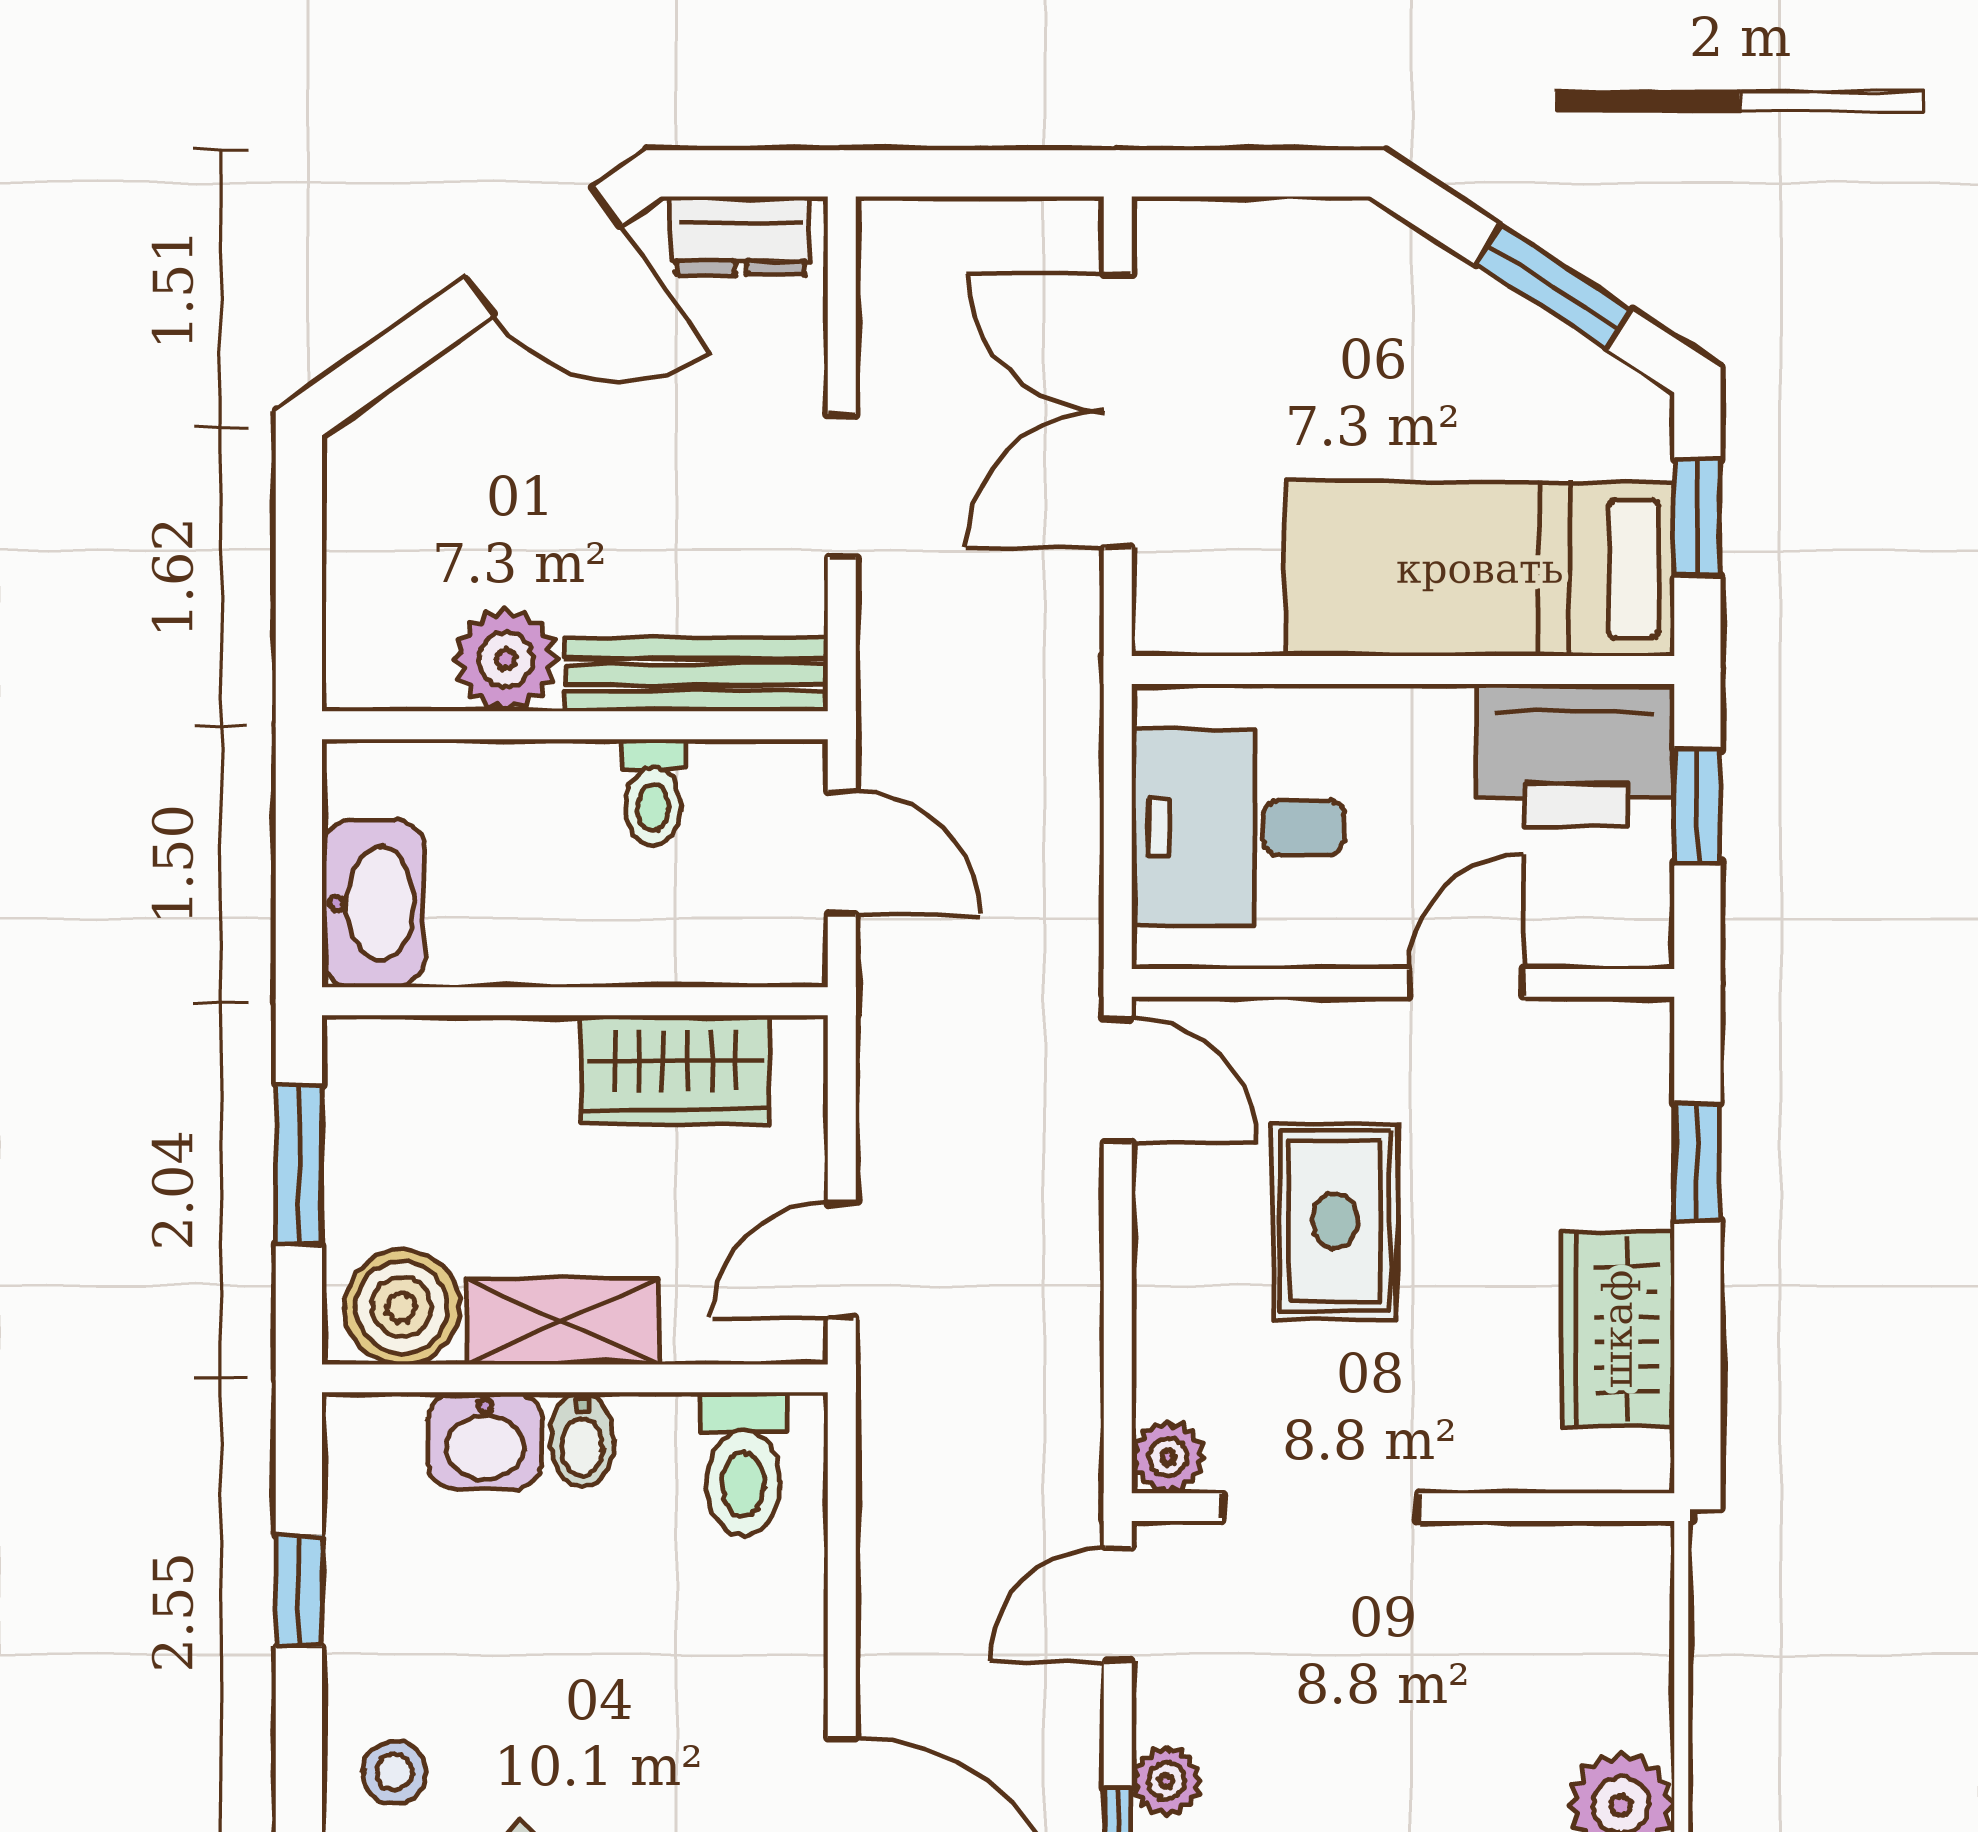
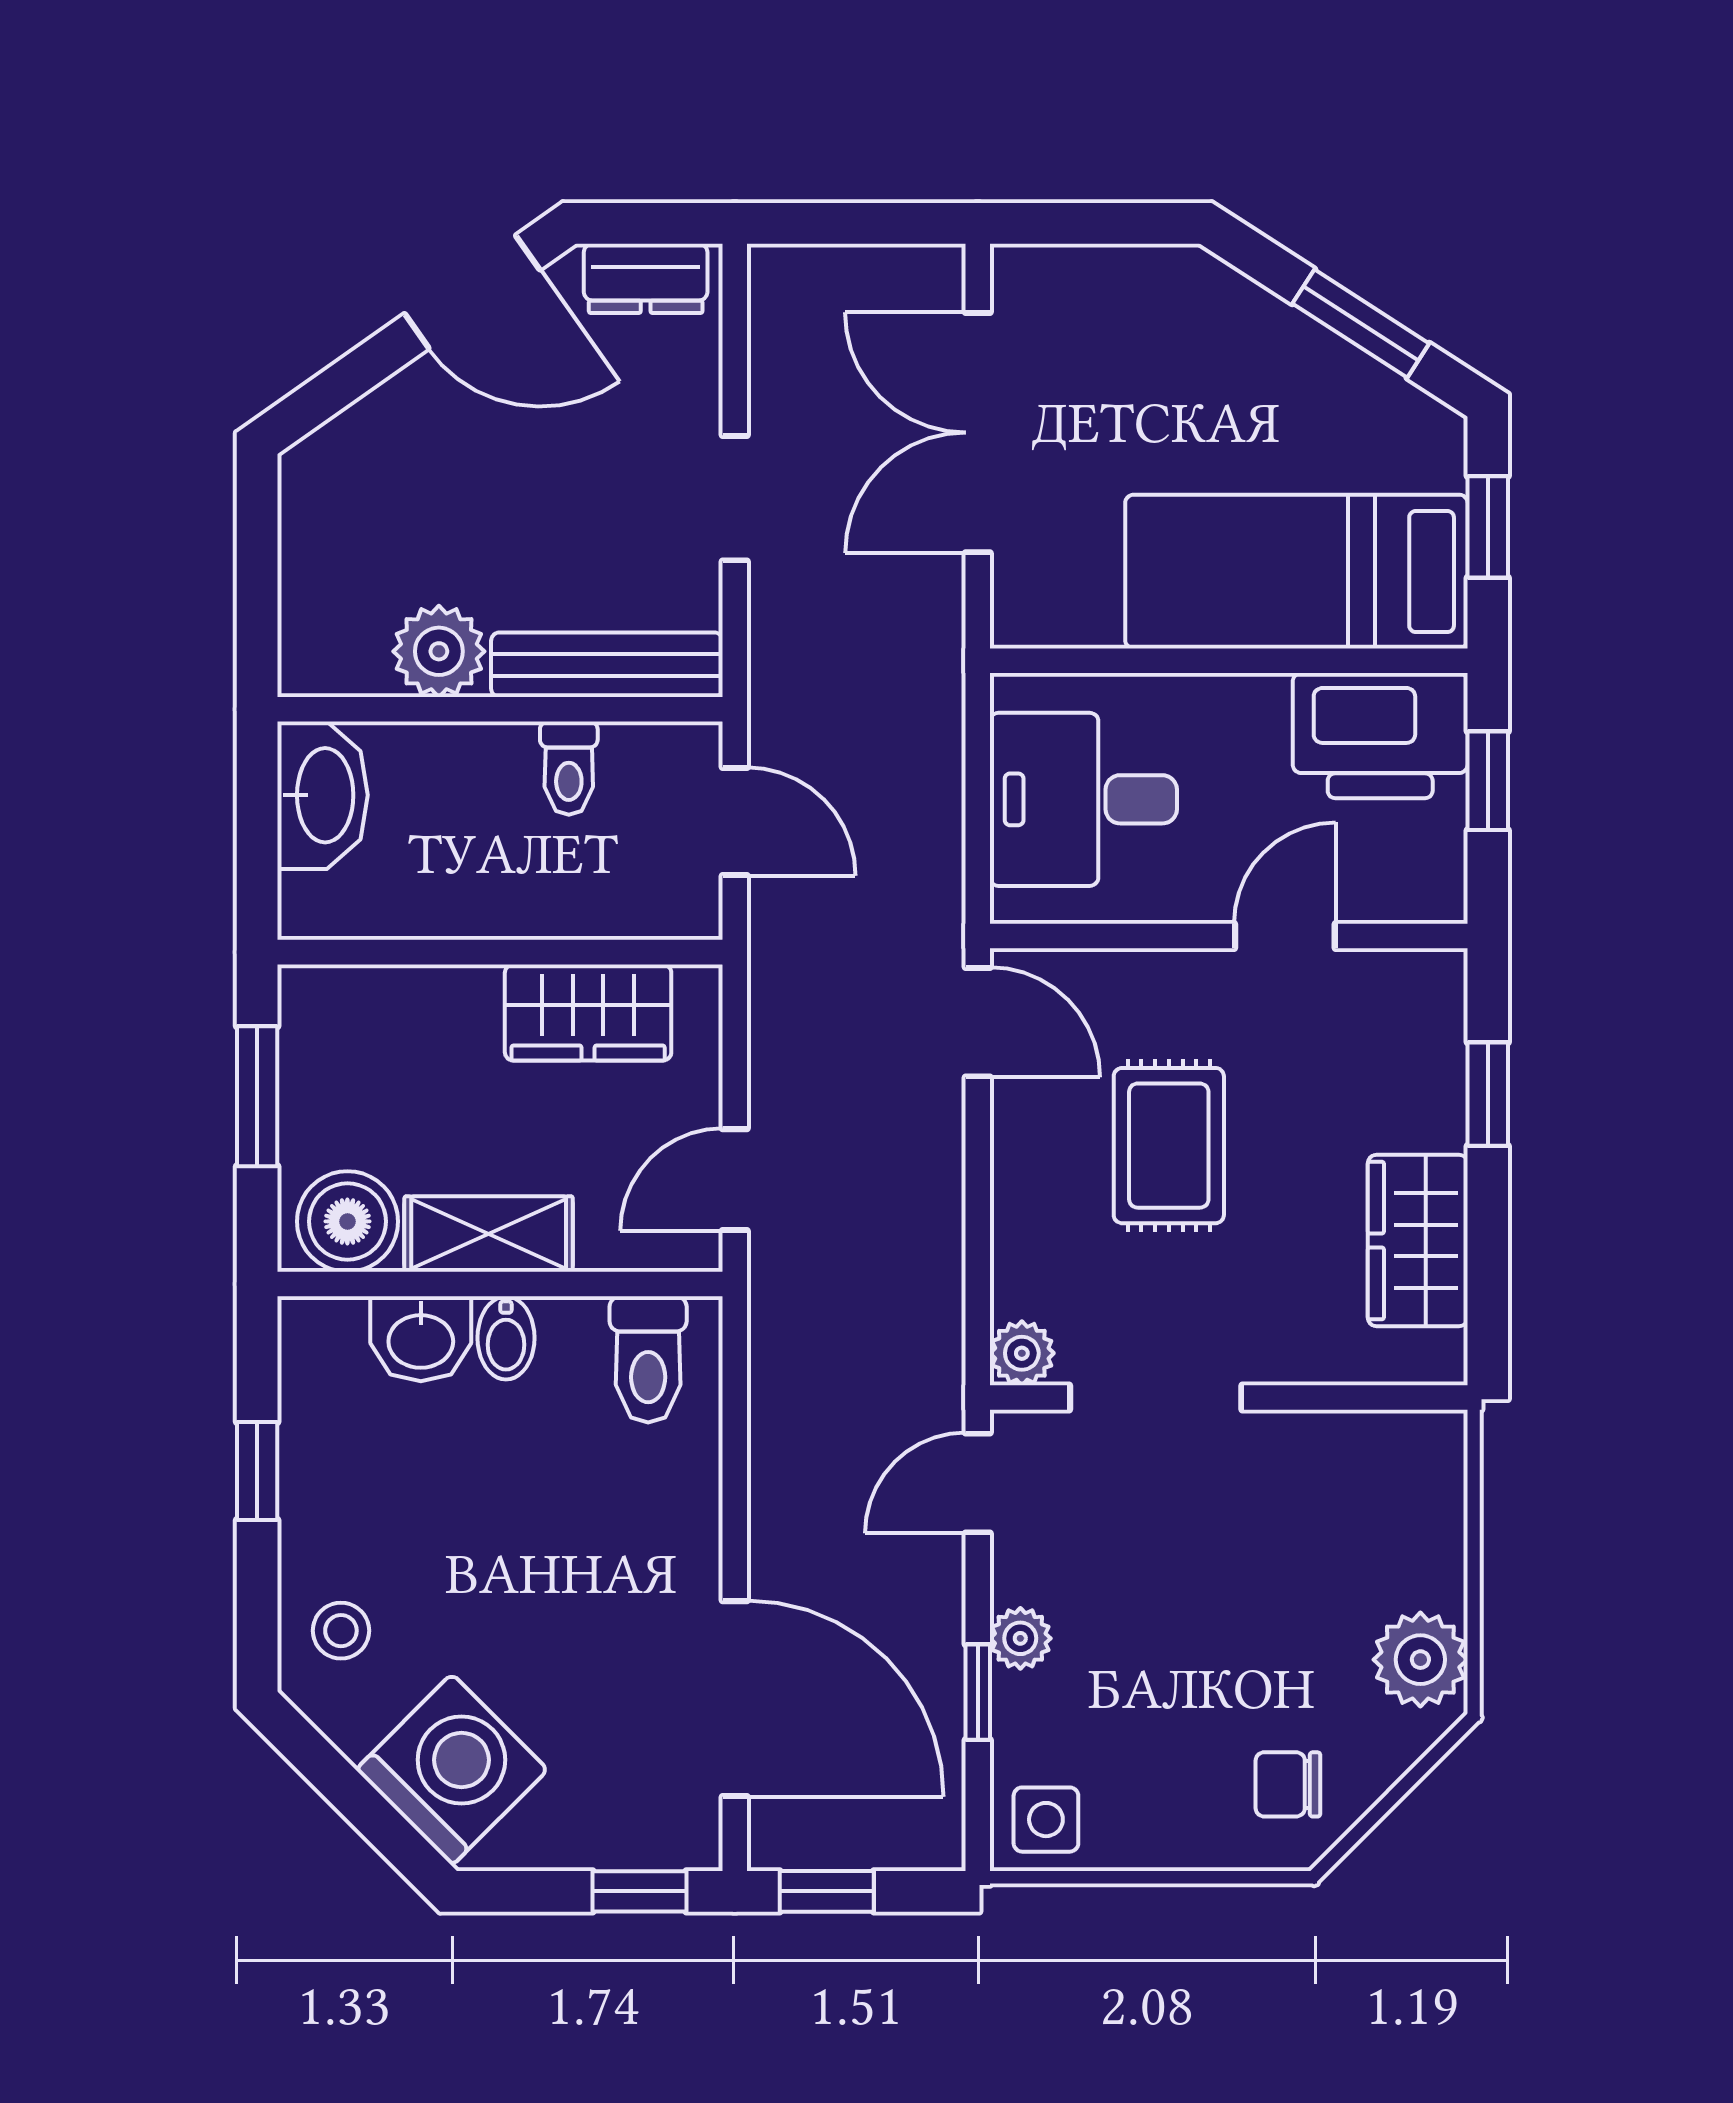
washbasin: (373, 903) -> (322, 795), moved

